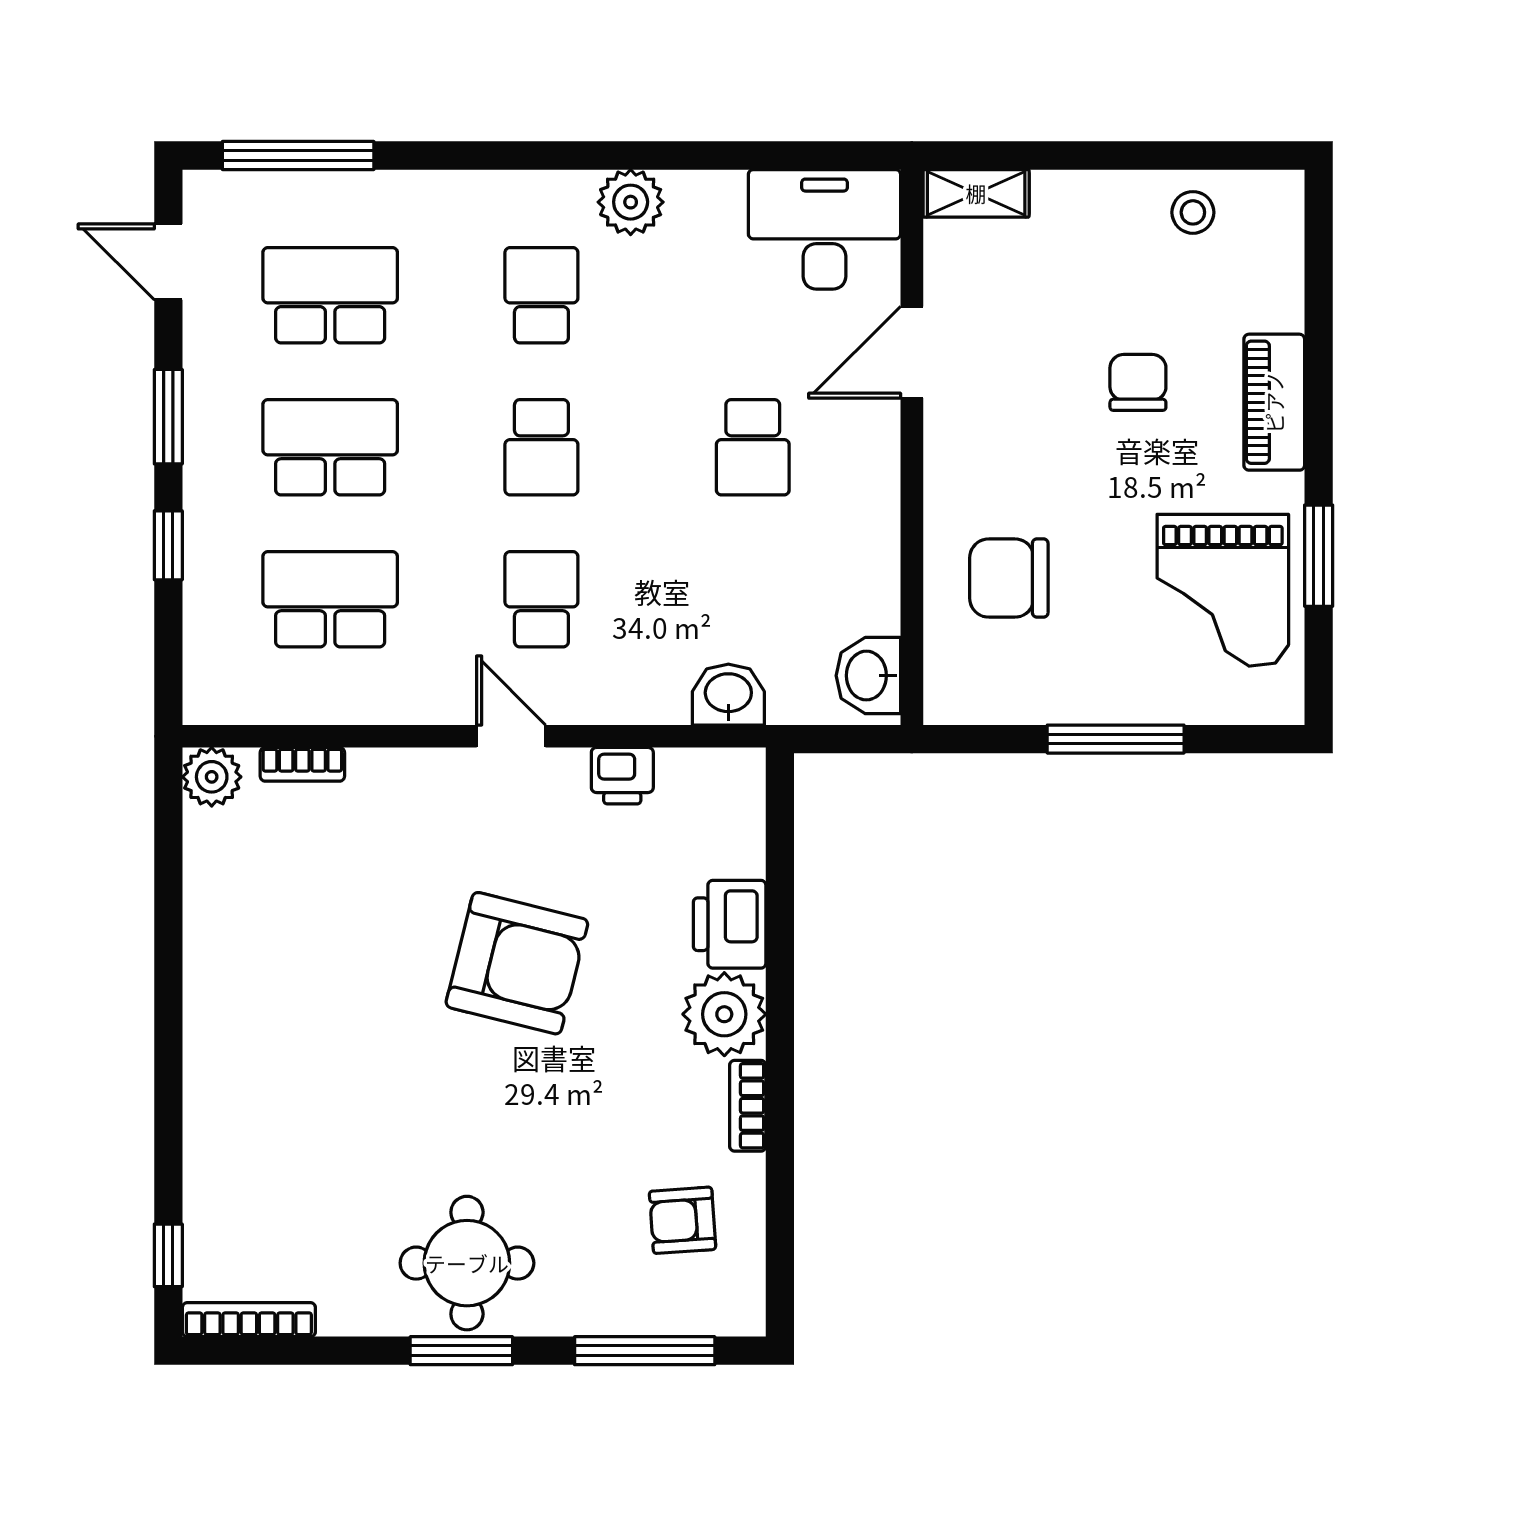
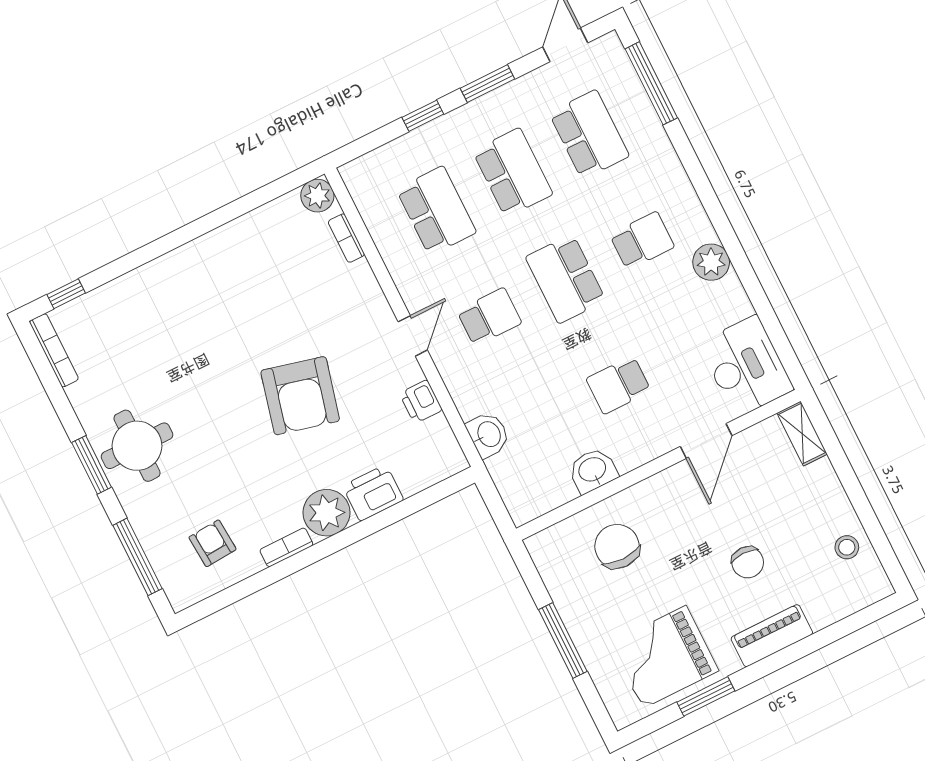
door: (912, 352) -> (706, 441), swing flipped
chair: (1138, 382) -> (748, 562), turned 90
school desk: (541, 447) -> (566, 279), width x1.85
washbasin: (868, 676) -> (593, 470), moved

